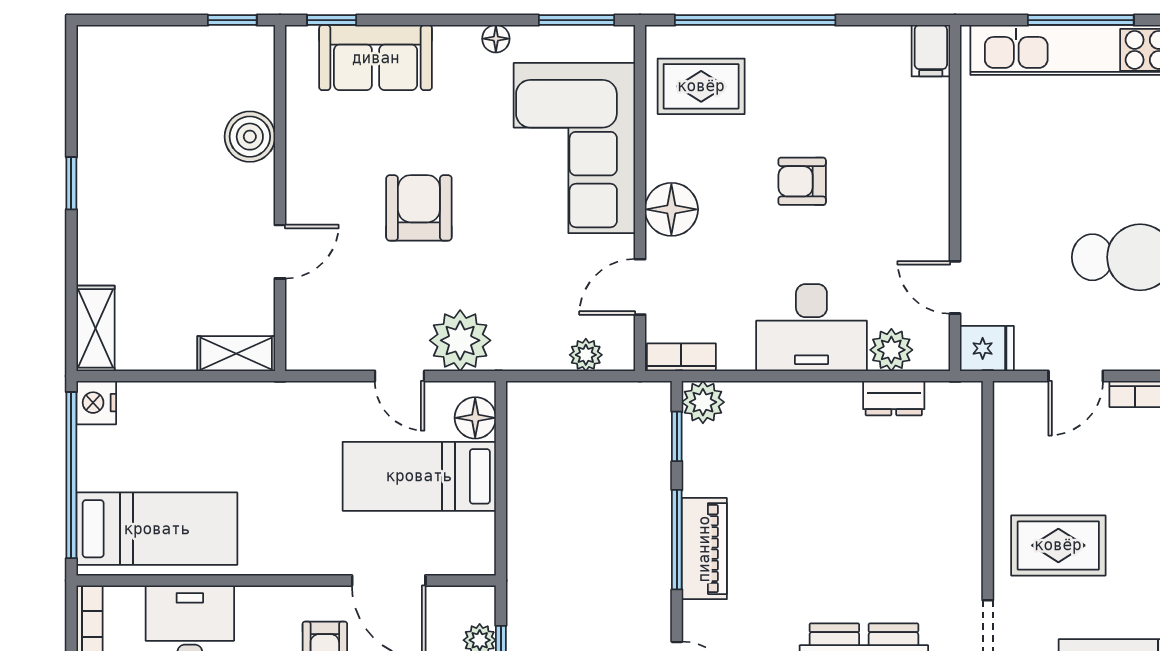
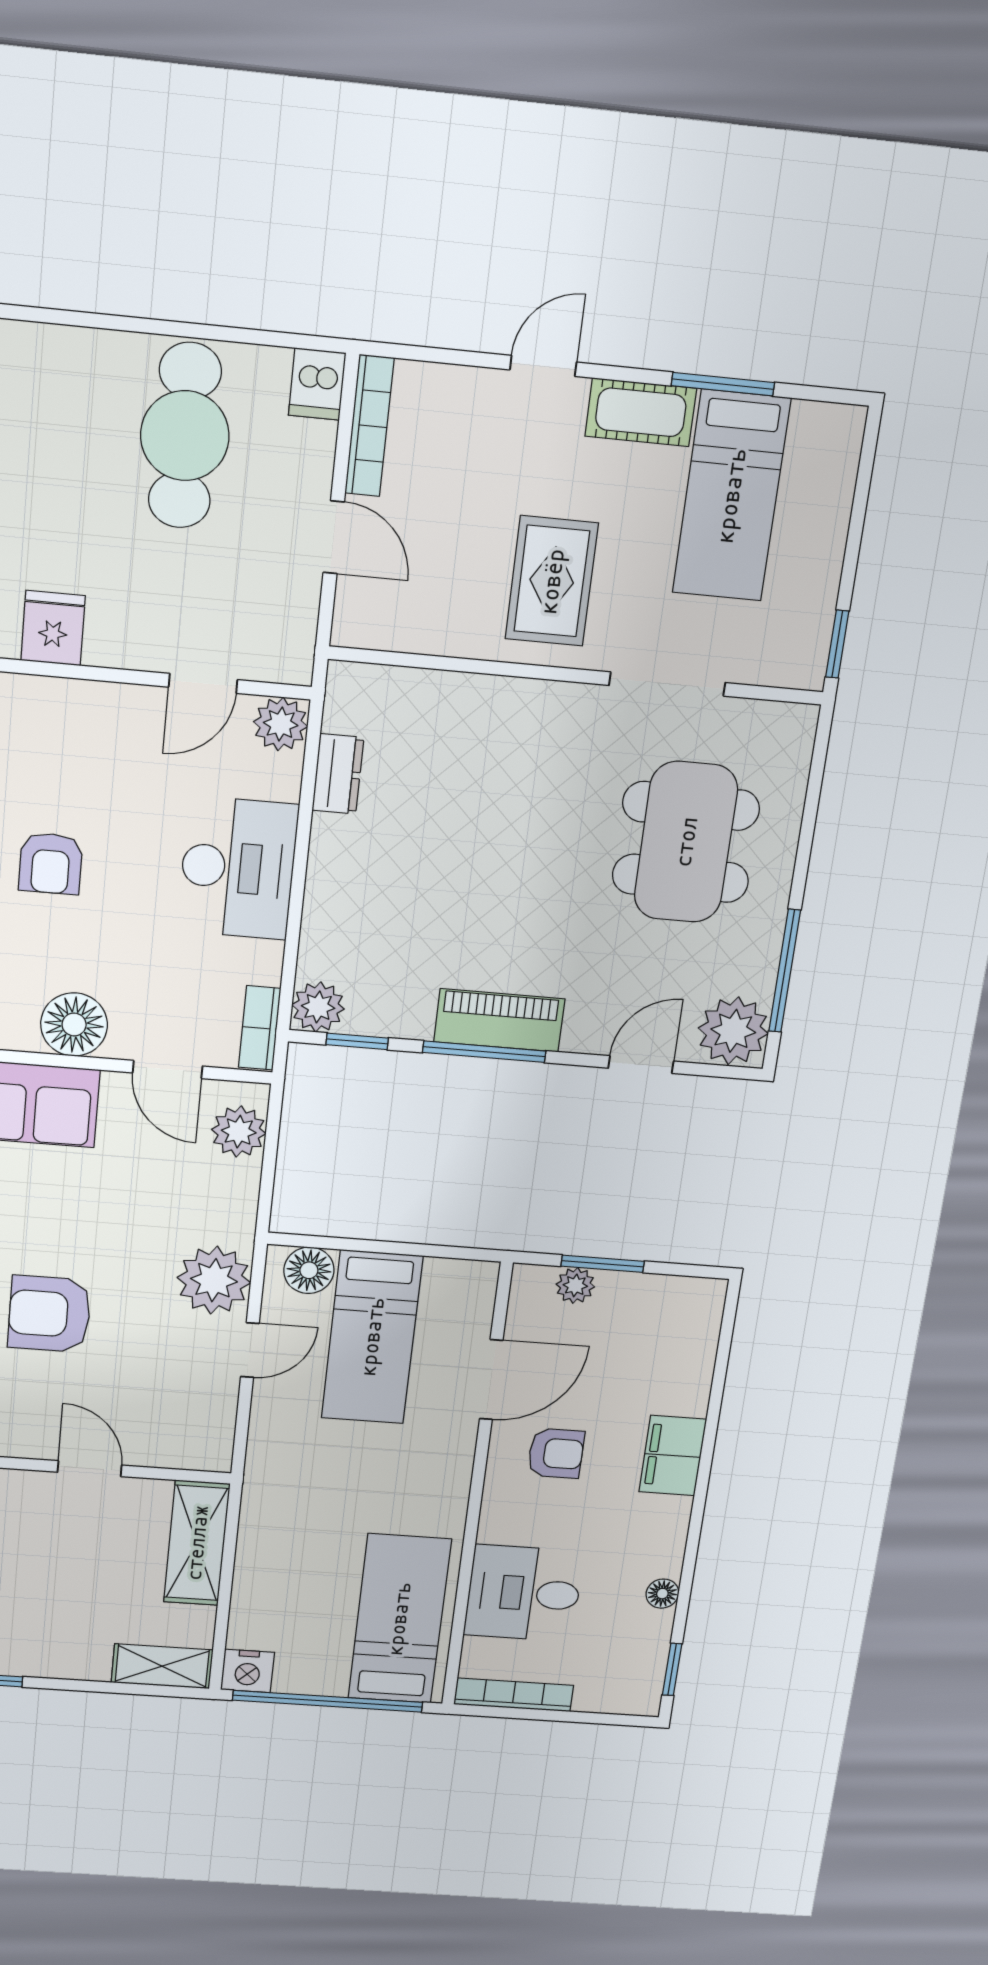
fridge: (987, 348) -> (53, 628), moved
plant: (891, 350) -> (281, 724), moved
shelving: (236, 354) -> (197, 1543), width x1.50, depth x1.33
plant: (586, 355) -> (239, 1132), width x1.38, depth x1.38

